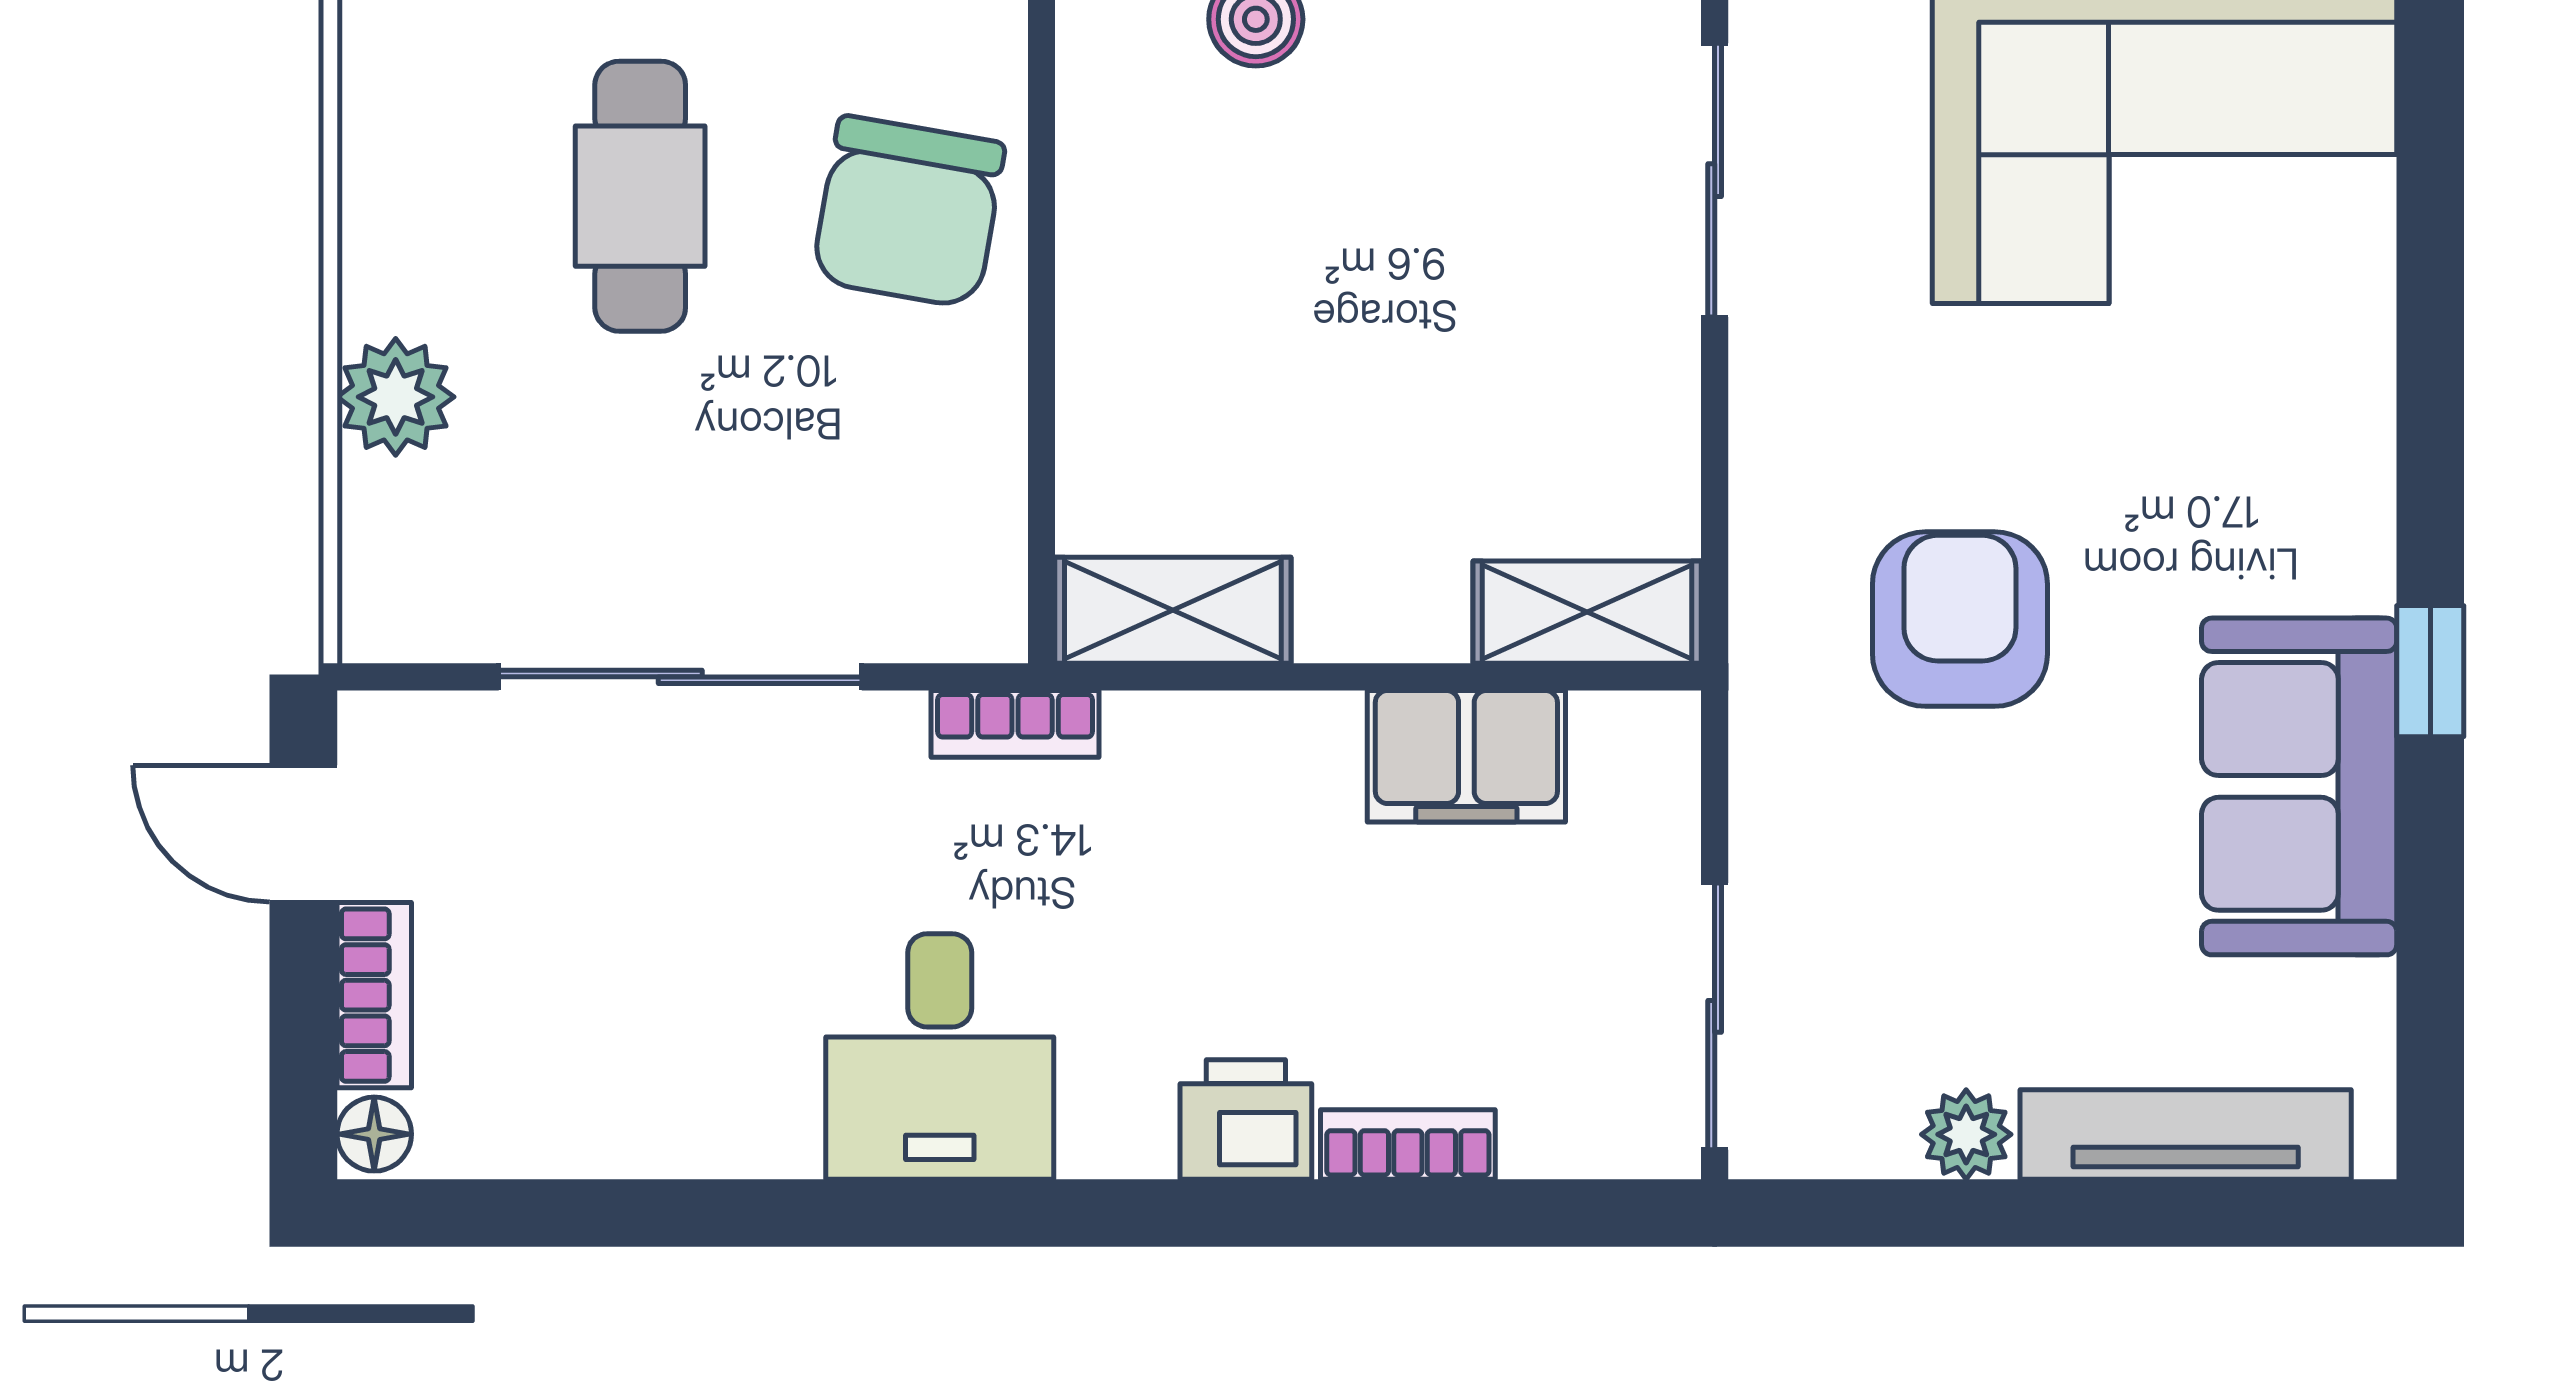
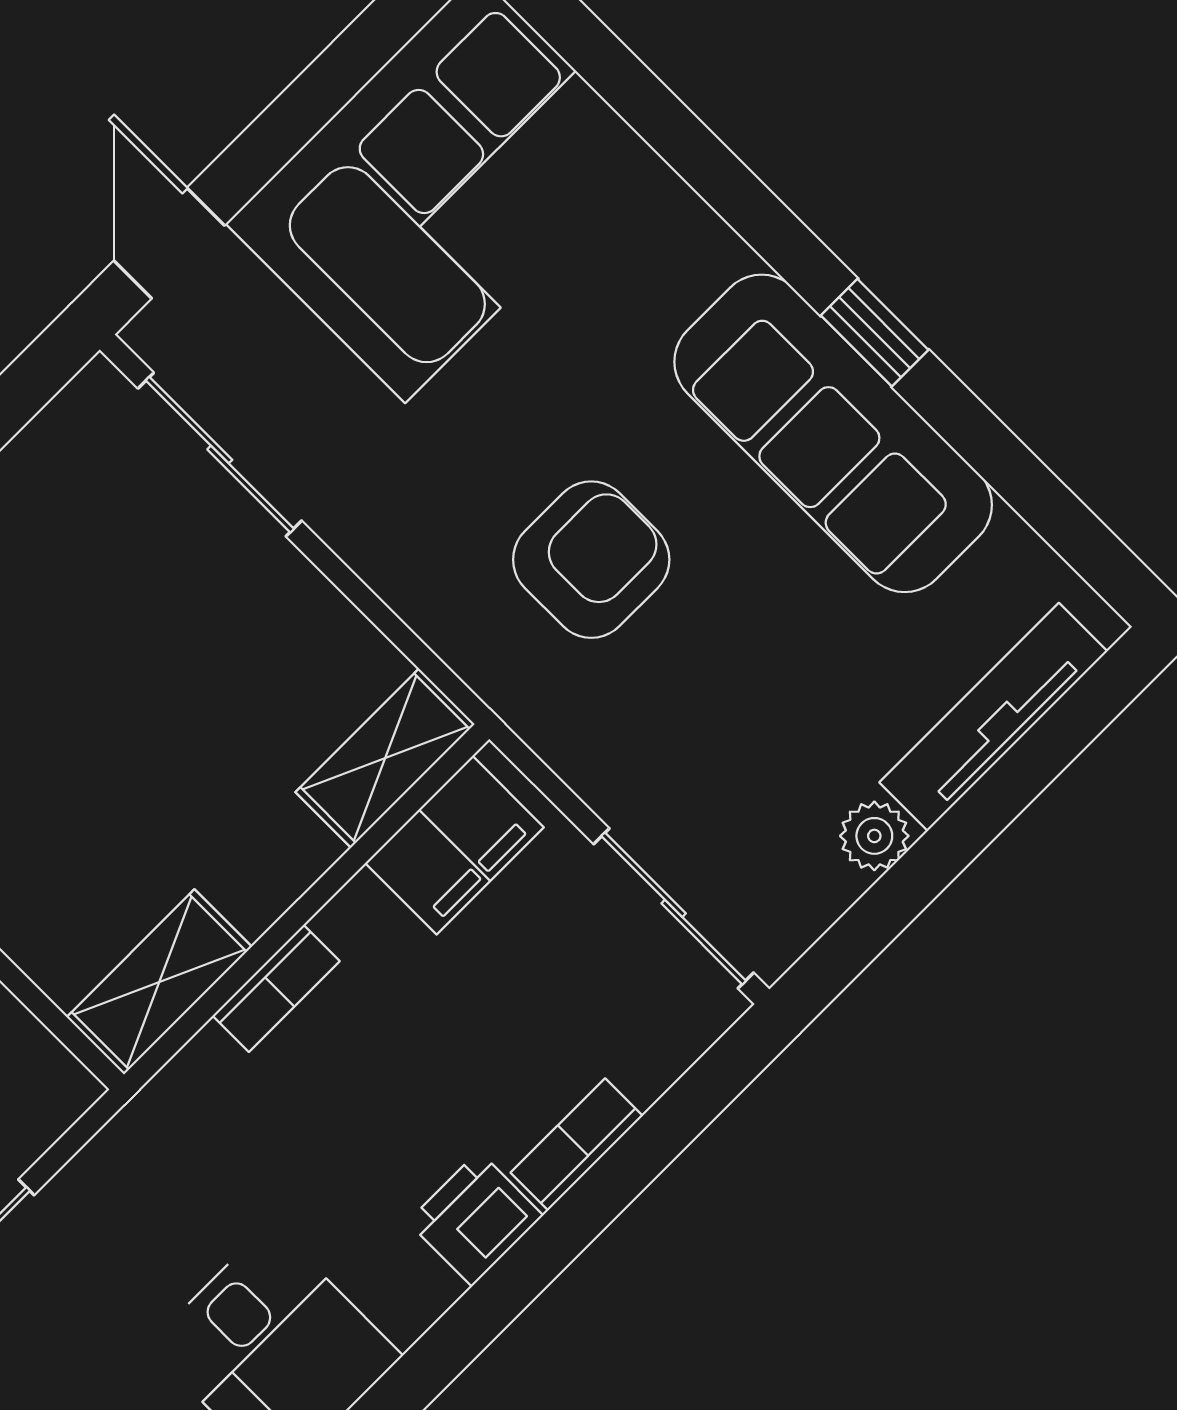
armchair: (1960, 619) -> (591, 560), turned 90
bookcase: (1015, 724) -> (276, 988), moved
filing cabinet: (1466, 756) -> (454, 845), moved
sofa: (2299, 786) -> (833, 433), width x1.36

